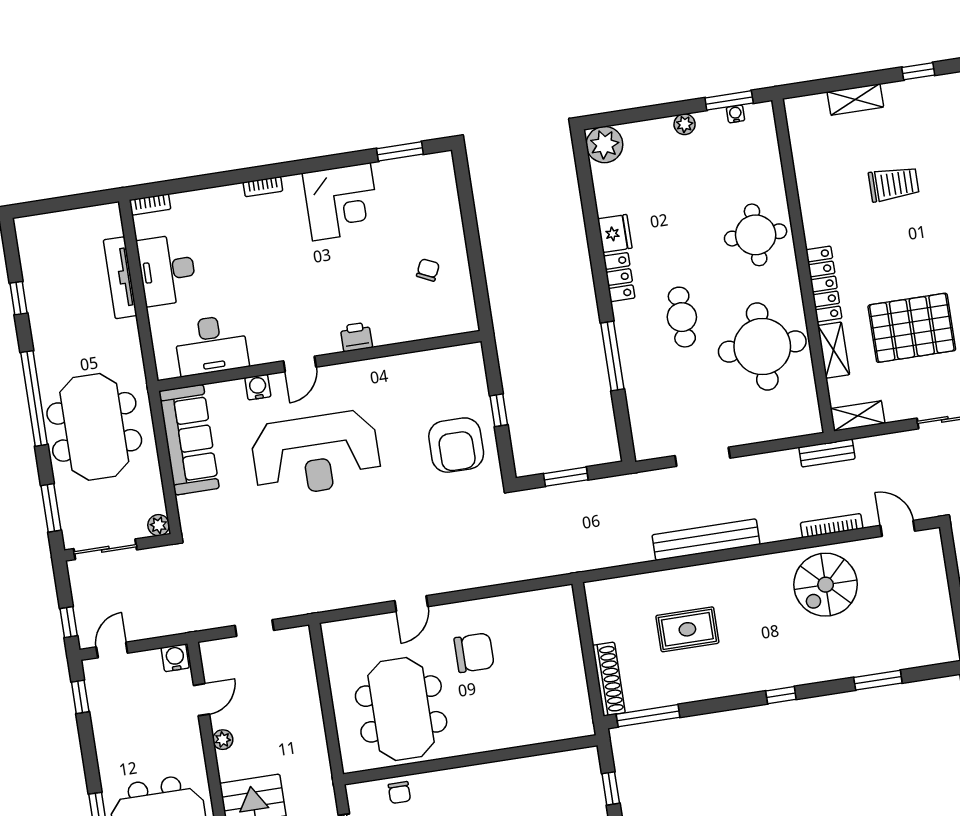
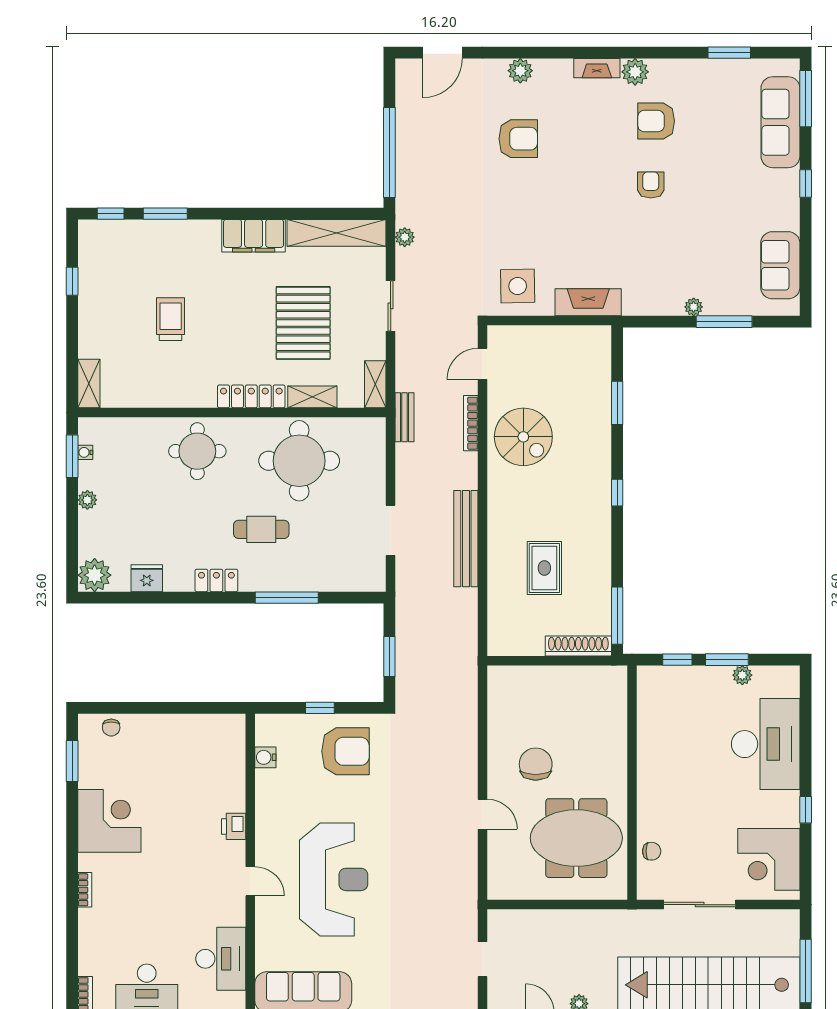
shelving: (855, 99) -> (89, 383), moved
fridge: (615, 234) -> (147, 578), moved
chair: (428, 270) -> (111, 728), moved, turned -115
water cooler: (258, 387) -> (265, 757), moved

